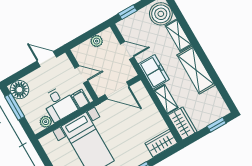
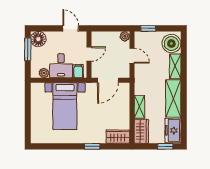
plant: (97, 41) -> (125, 36), moved
freezer: (154, 72) -> (173, 130), moved, turned 180
door: (81, 74) -> (89, 54), hinge flipped
door: (117, 90) -> (108, 80), hinge flipped

